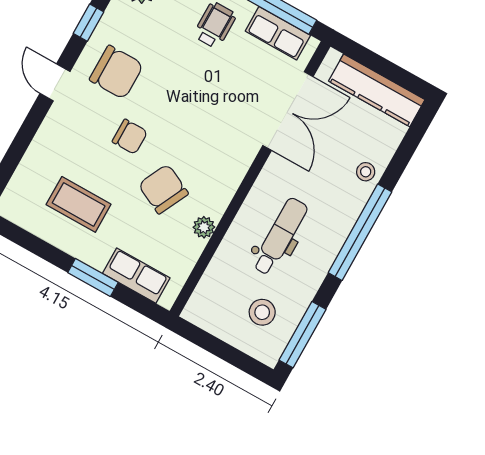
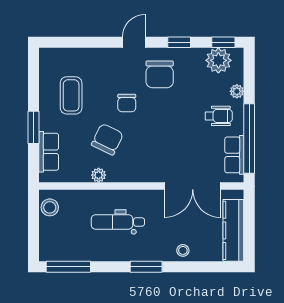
window: (360, 232) -> (146, 267), width x0.47
dental chair: (280, 236) -> (118, 222), turned 180
stool: (262, 312) -> (50, 207), moved

